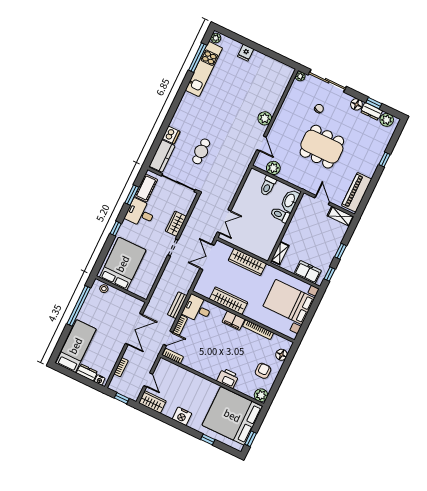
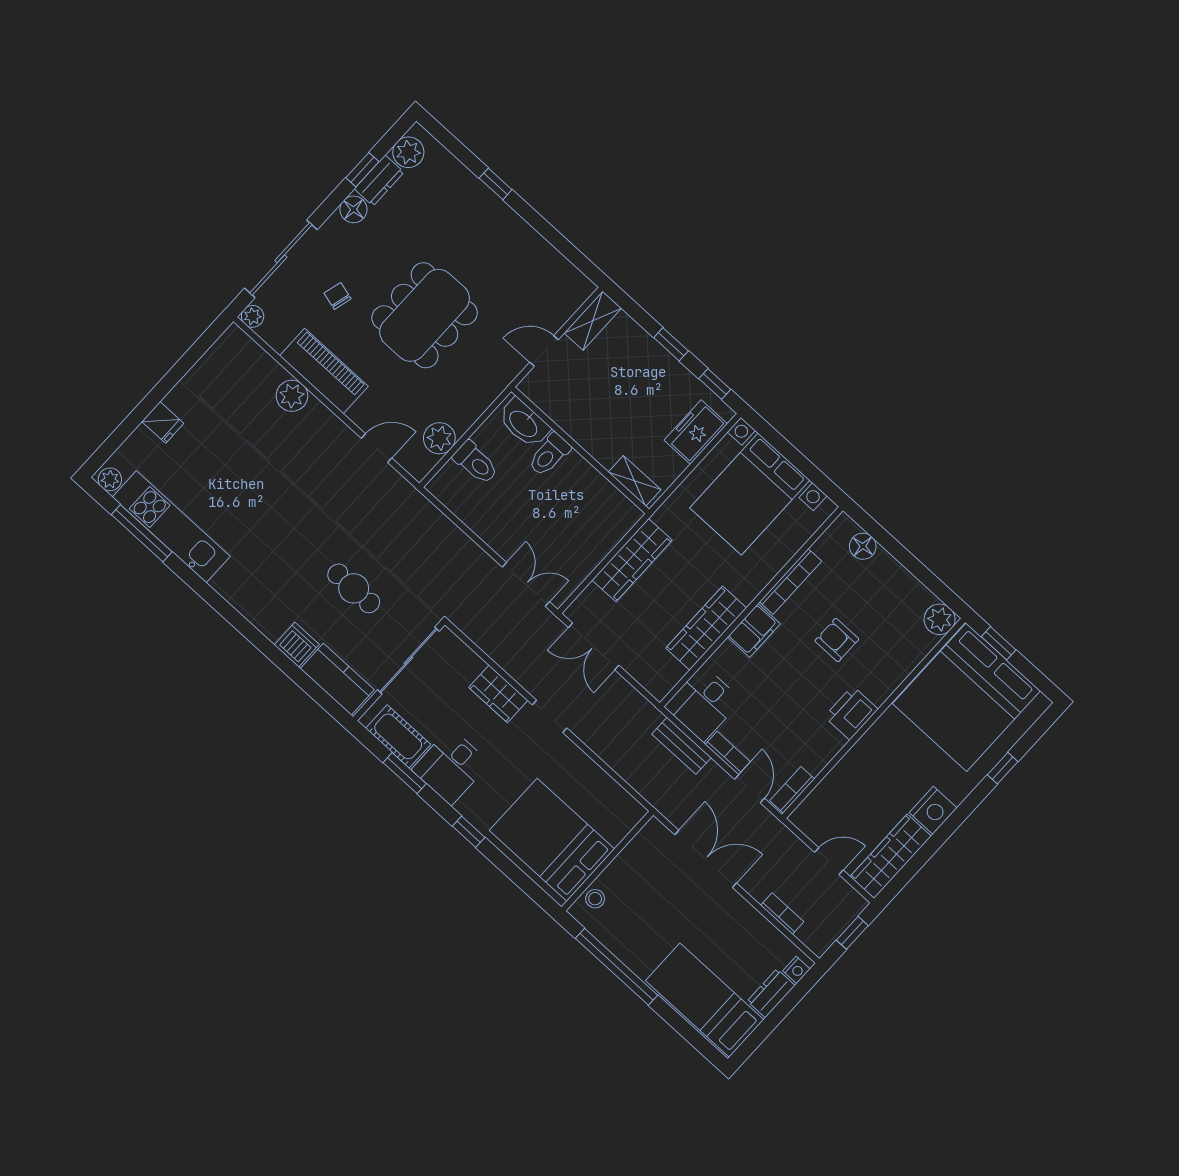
plant: (265, 118) -> (292, 396), moved
piano: (357, 192) -> (324, 371), moved, turned 180
armchair: (263, 371) -> (837, 640), moved
printer: (228, 378) -> (851, 713), moved
wardrobe: (152, 402) -> (891, 856), width x1.50
window: (251, 439) -> (999, 643), moved

